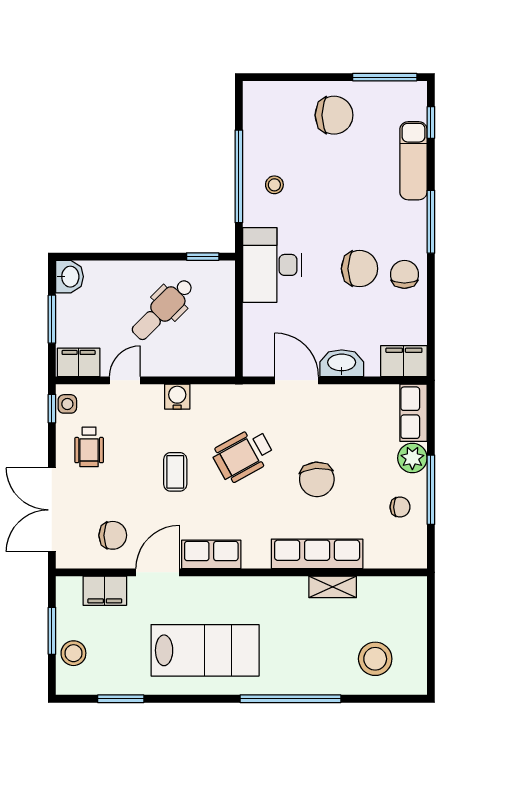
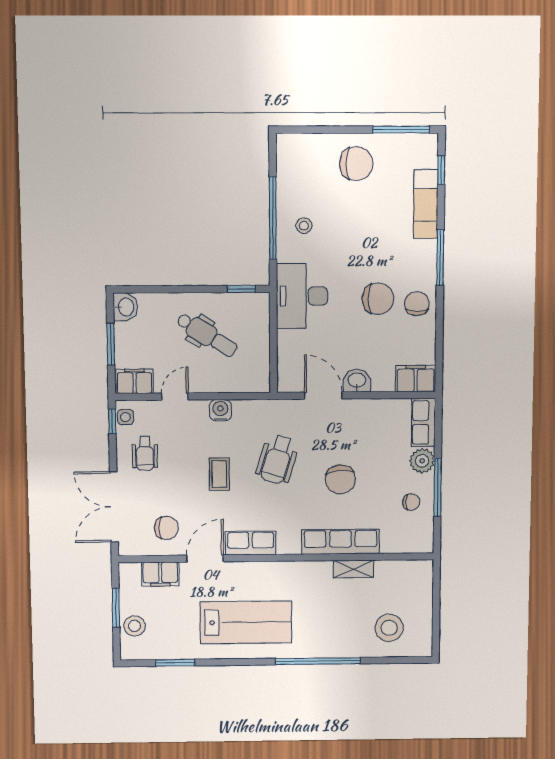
dental chair: (163, 309) -> (207, 335), turned -103
washbasin: (342, 363) -> (357, 381), width x0.72
wheelchair: (243, 455) -> (277, 459), turned -44

